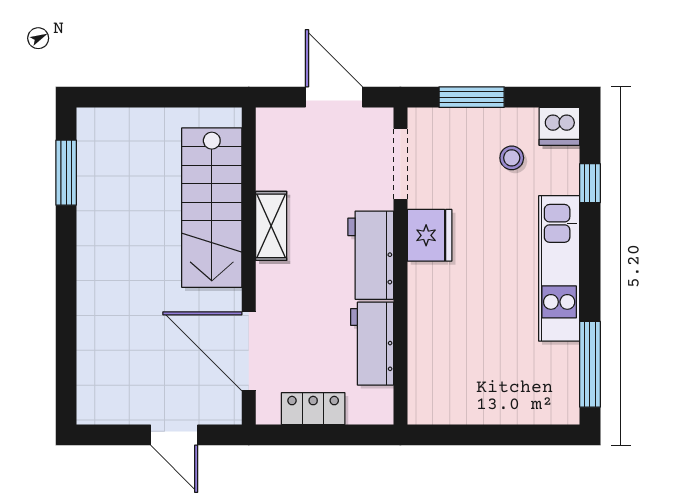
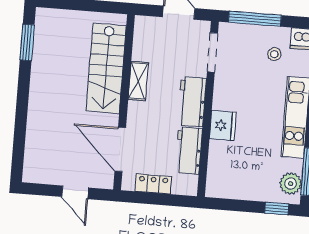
window: (472, 97) -> (255, 19), width x1.44
fridge: (430, 235) -> (223, 126), moved
plant: (560, 388) -> (291, 184), added
window: (538, 435) -> (277, 209), added

